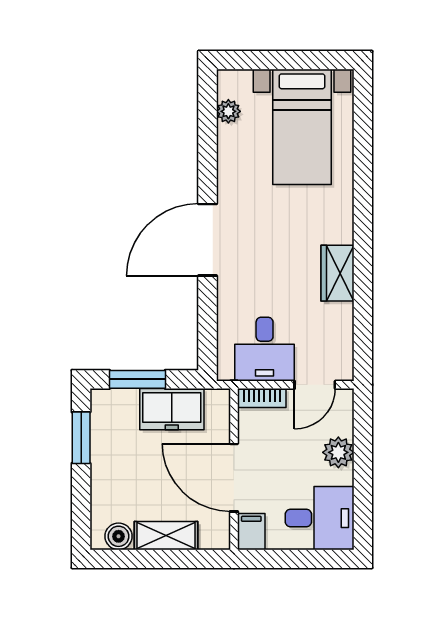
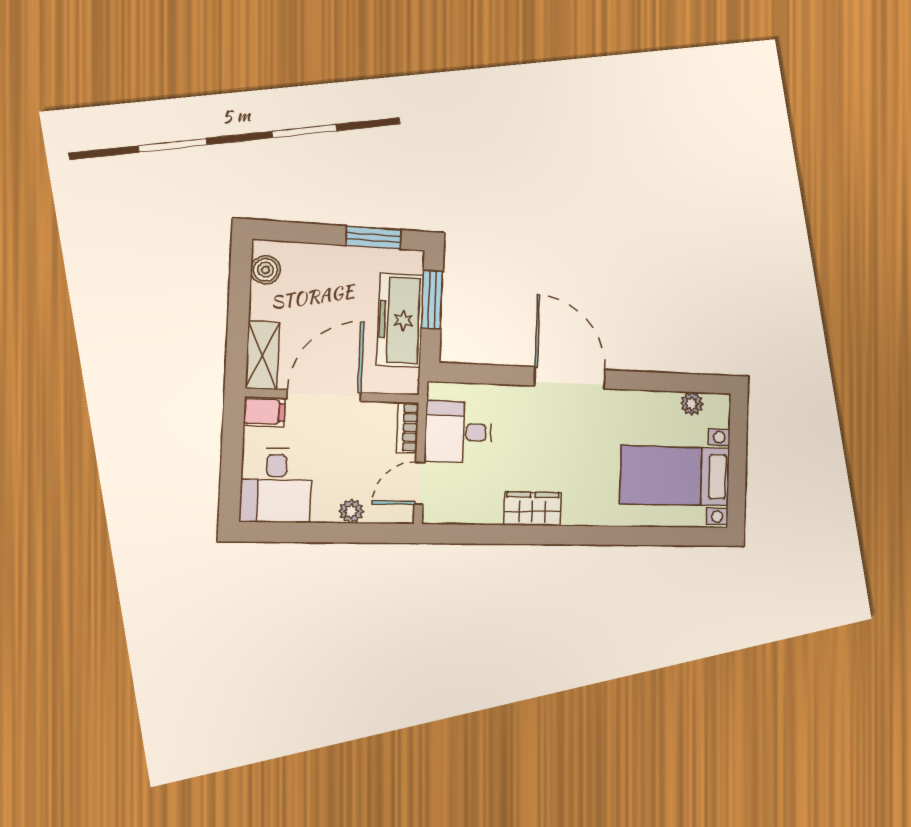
door: (315, 385) -> (419, 483), hinge flipped
freezer: (172, 409) -> (400, 320), width x1.40
plant: (338, 452) -> (351, 511), width x0.73, depth x0.73
shelving: (166, 536) -> (262, 355), moved

